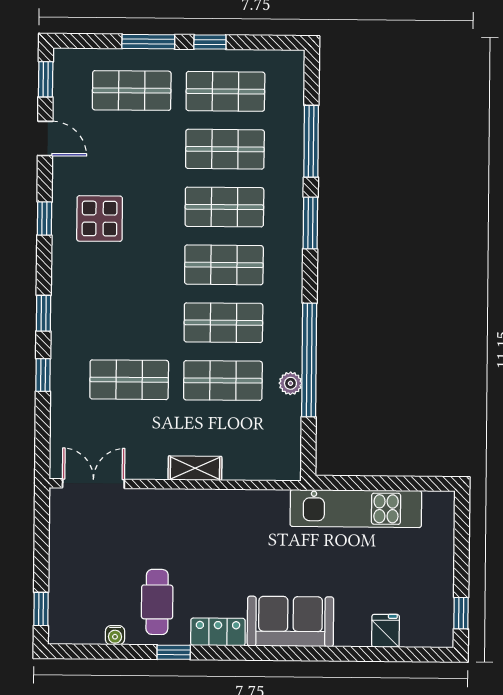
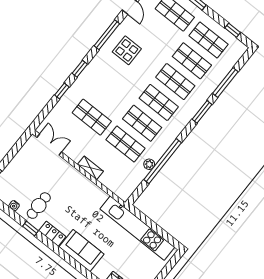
window: (210, 42) -> (233, 30), moved
window: (44, 219) -> (107, 35), width x2.17
kitchen unit: (356, 509) -> (137, 228), width x1.36

